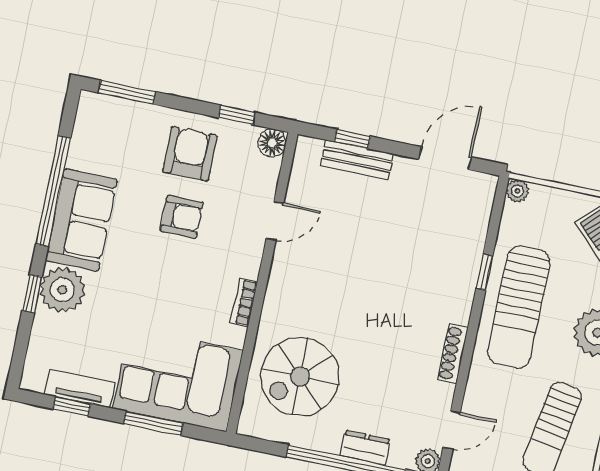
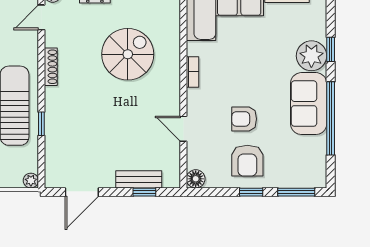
window: (237, 115) -> (251, 192), moved
door: (275, 221) -> (183, 129), hinge flipped
spiral stairs: (300, 377) -> (128, 54), moved

